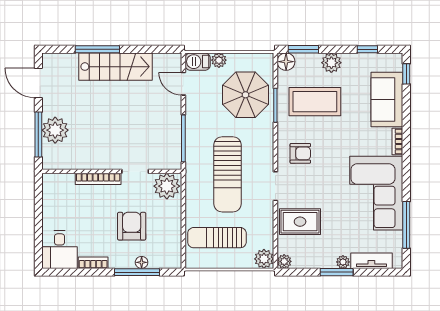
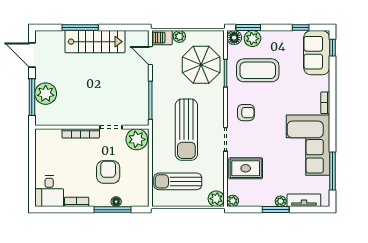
plant: (331, 63) -> (252, 39), moved
sofa: (387, 99) -> (317, 53), moved

